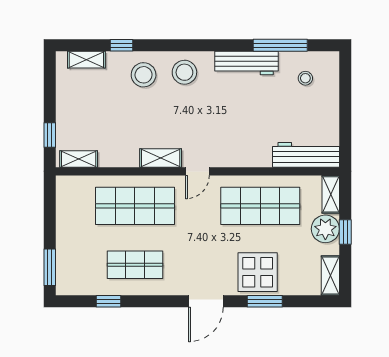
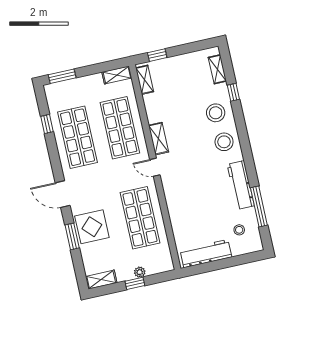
workbench: (306, 155) -> (206, 254), moved, turned -90
shelving: (331, 194) -> (117, 75), moved
plant: (325, 229) -> (140, 272), width x0.53, depth x0.53
shop shelf: (135, 265) -> (78, 137), width x1.43, depth x1.36

